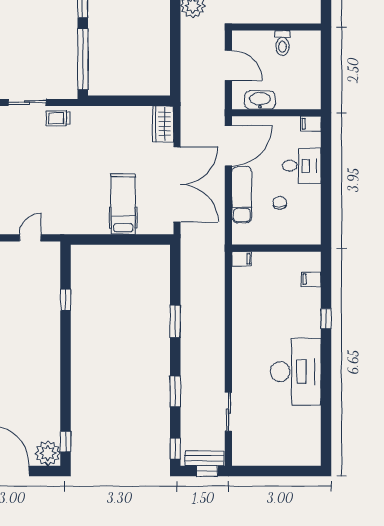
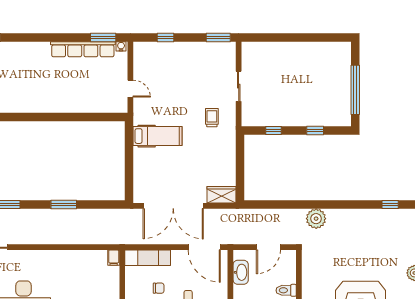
window: (83, 59) -> (274, 131), width x0.32
trolley: (58, 118) -> (212, 118), moved
exam couch: (242, 195) -> (148, 258), moved
hospital bed: (123, 204) -> (157, 136), moved
window: (66, 300) -> (81, 117), removed

